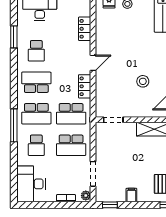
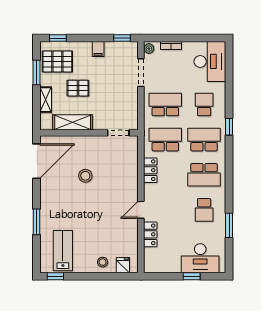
school desk: (36, 51) -> (204, 210), turned 180
door: (93, 63) -> (141, 210), moved
window: (14, 125) -> (229, 127), width x0.46
pallet: (149, 160) -> (78, 88), added

